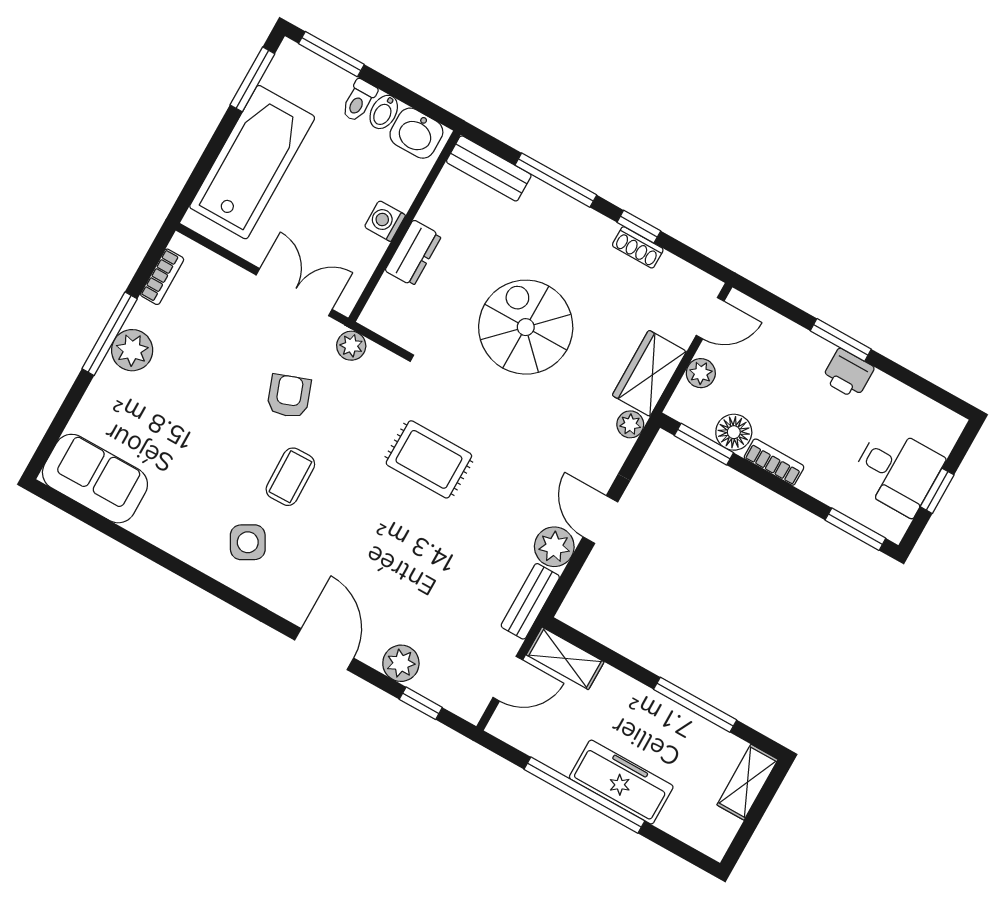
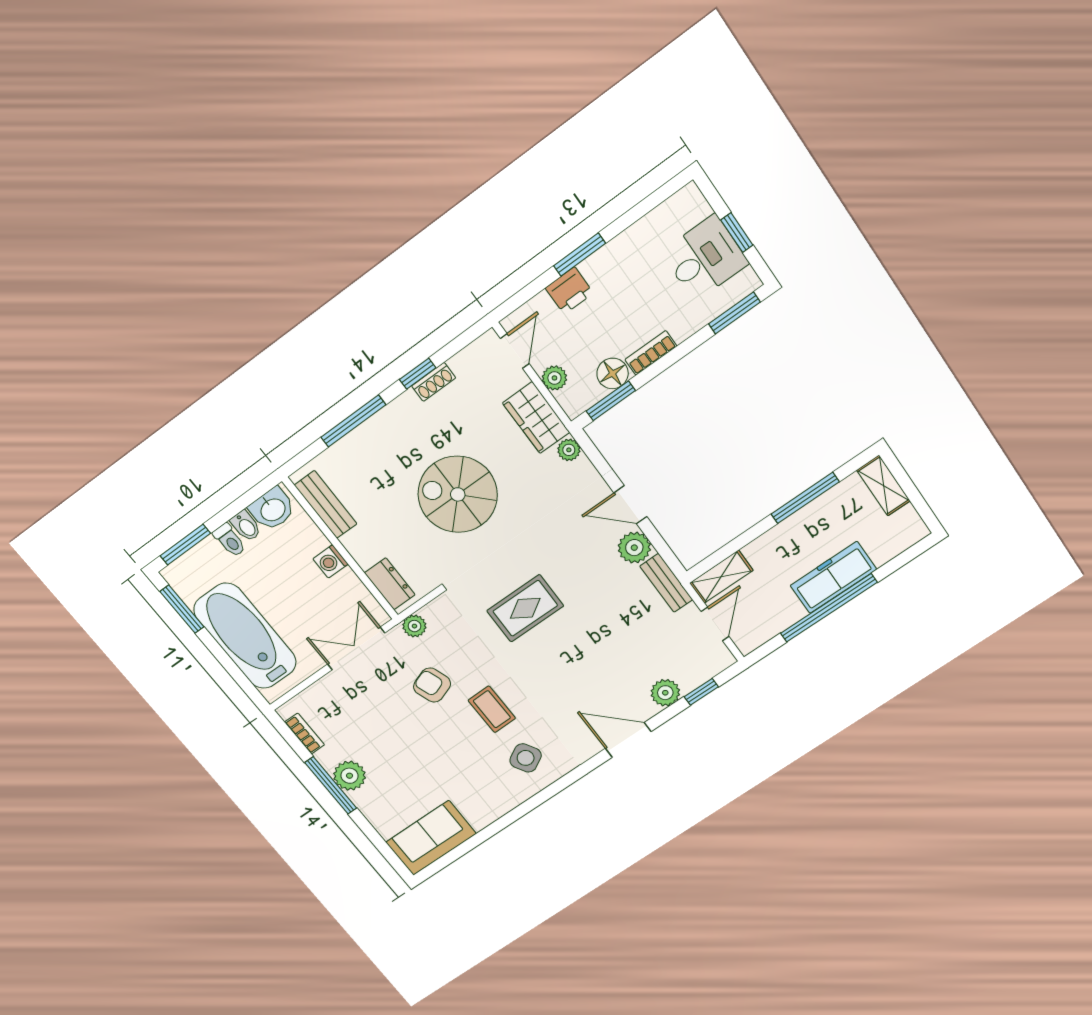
bench: (489, 168) -> (326, 504), moved, turned 90
dresser: (413, 253) -> (390, 584), moved
printer: (848, 374) -> (569, 291), moved

